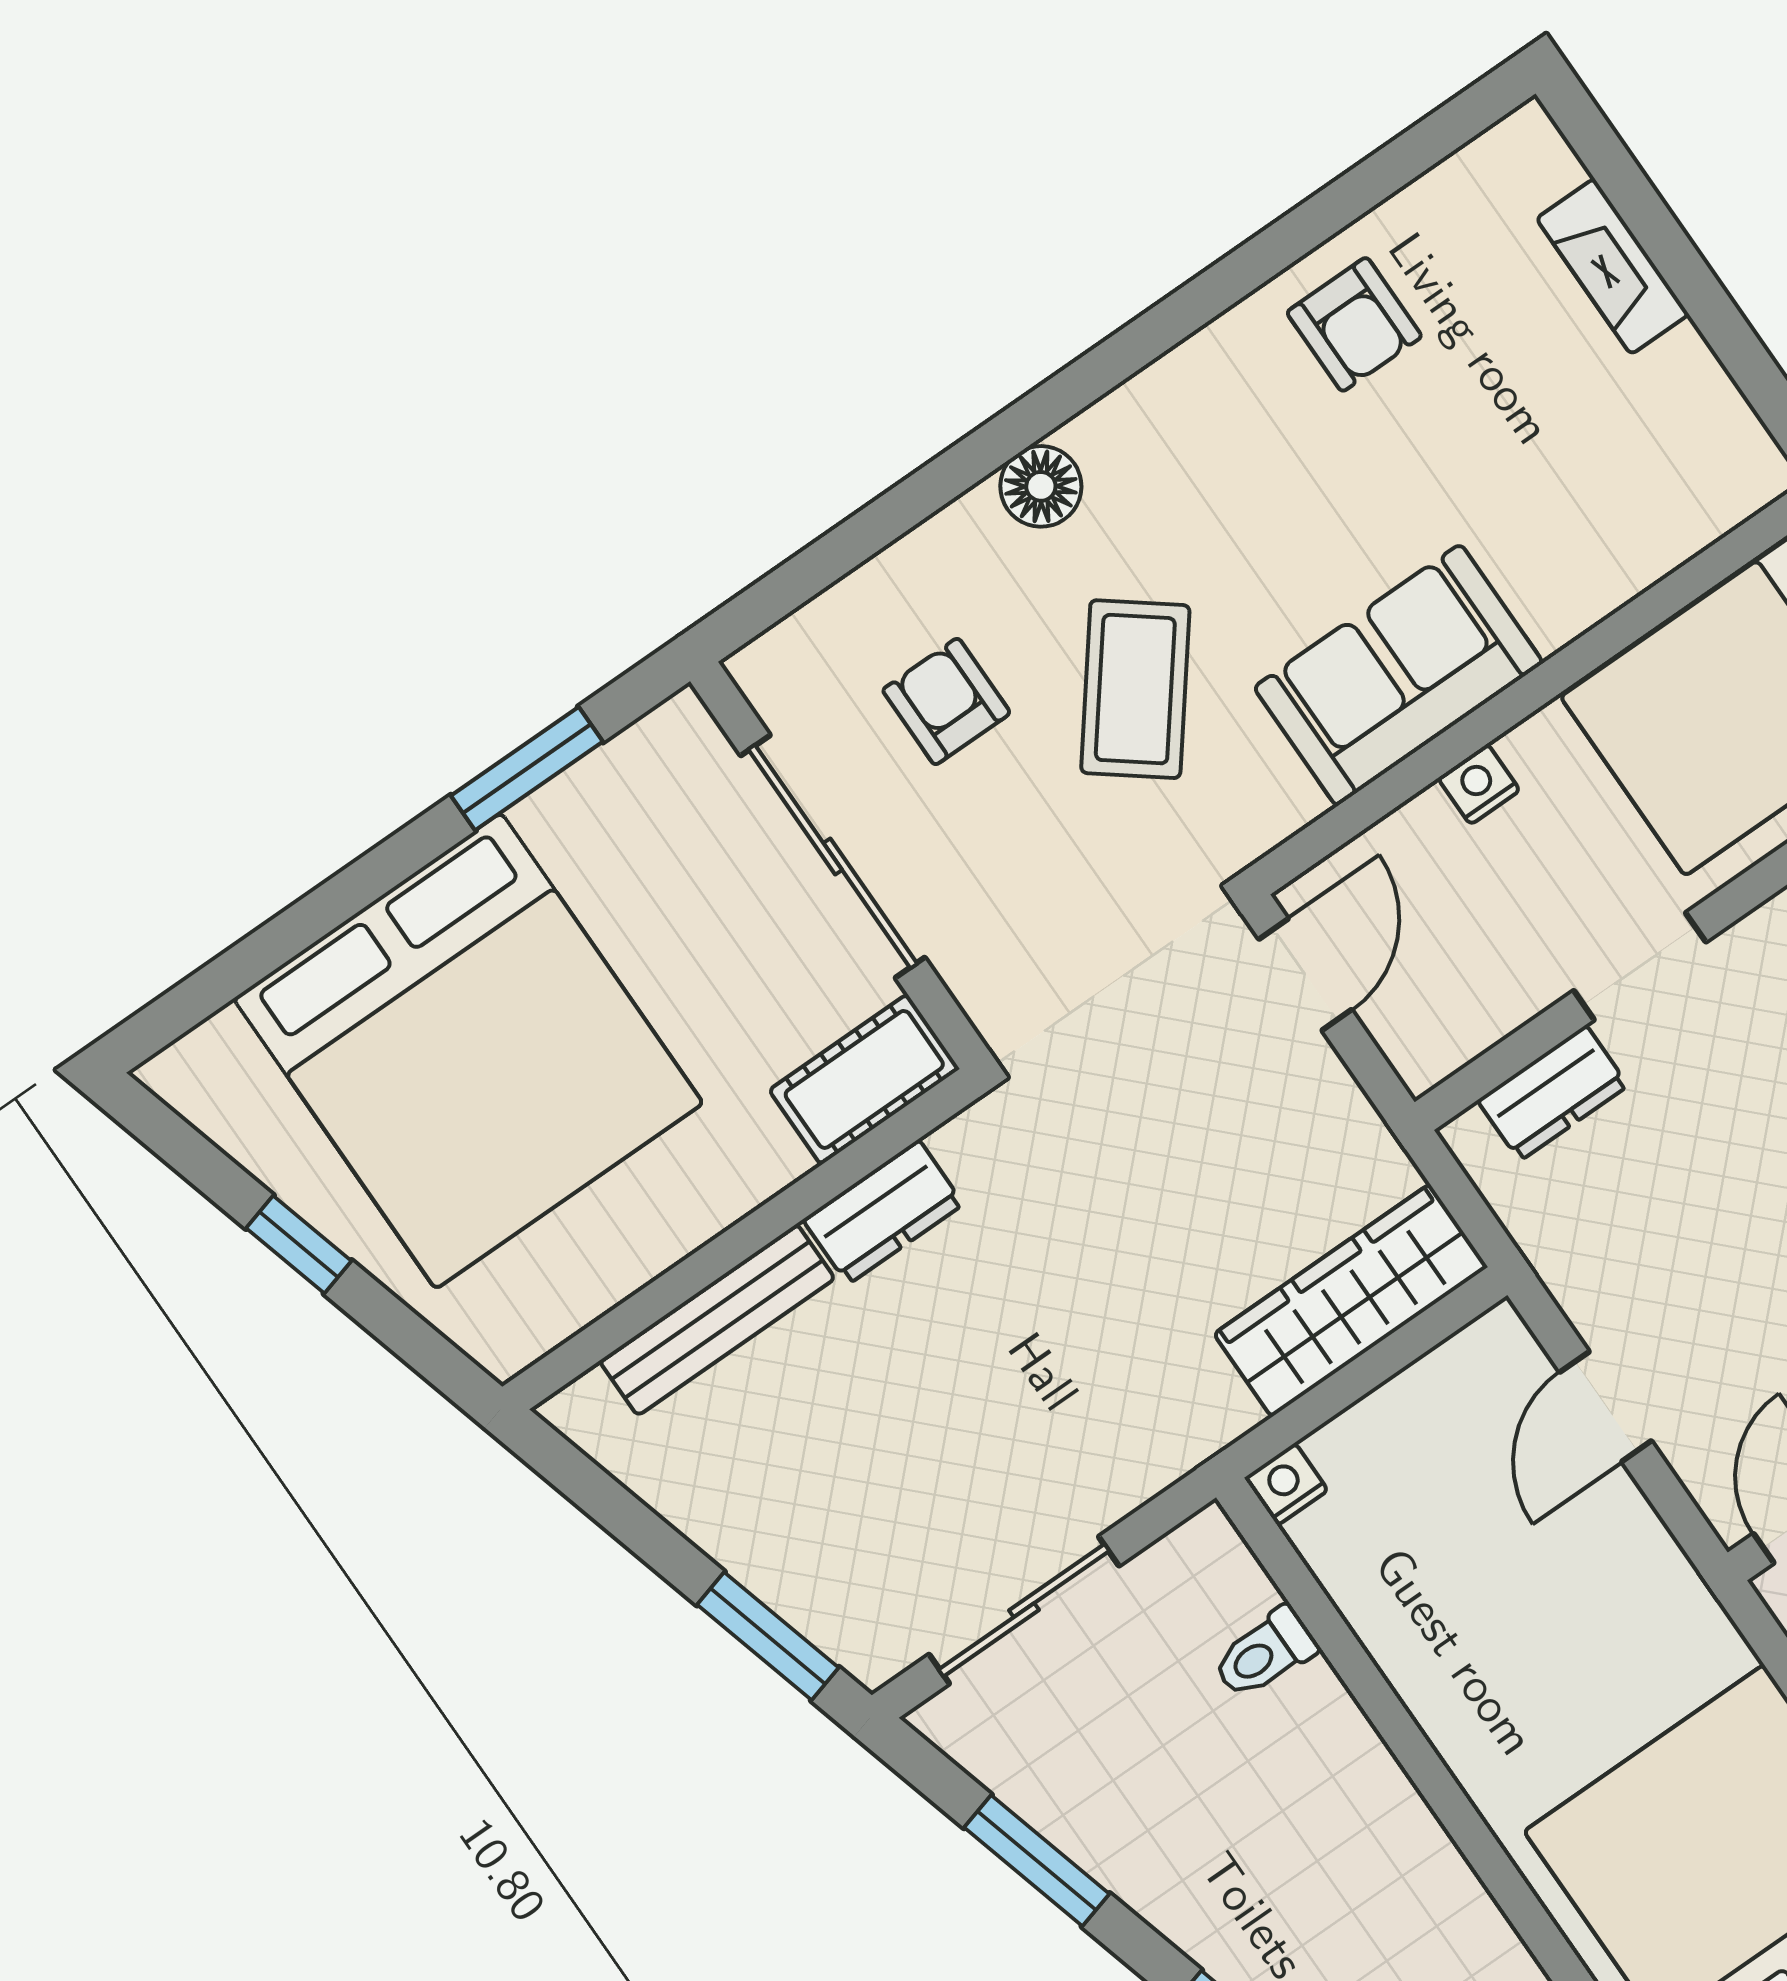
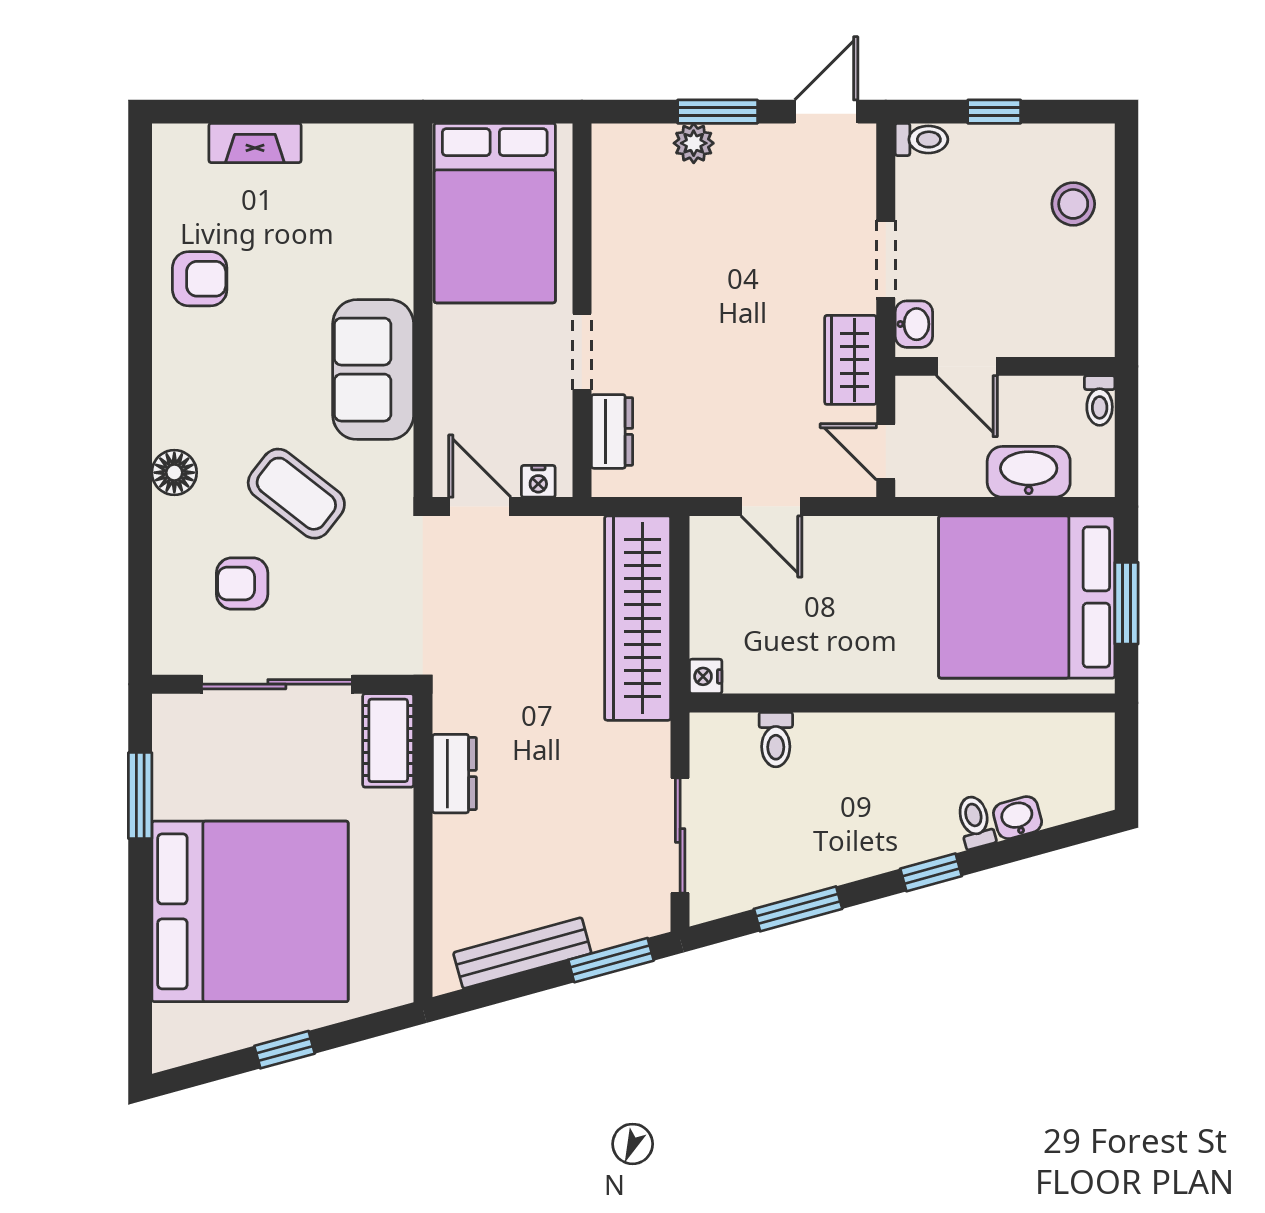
nightstand: (1479, 784) -> (538, 481), moved, turned -90
wardrobe: (1351, 1300) -> (638, 618), width x1.40, depth x1.17
bench: (717, 1320) -> (522, 953), moved, turned 75

